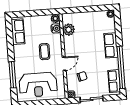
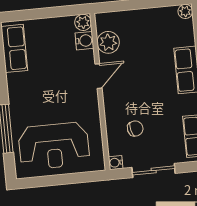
coffee table: (45, 52) -> (64, 84), removed
door: (64, 64) -> (98, 76), moved

